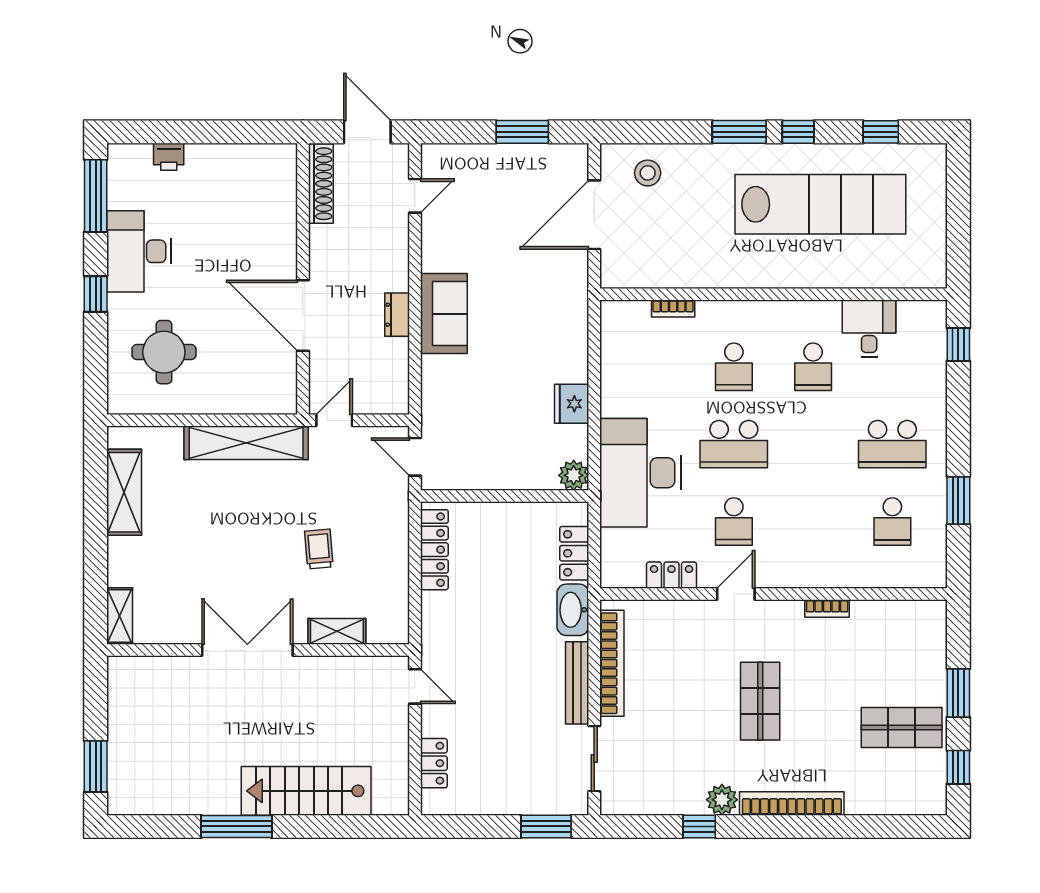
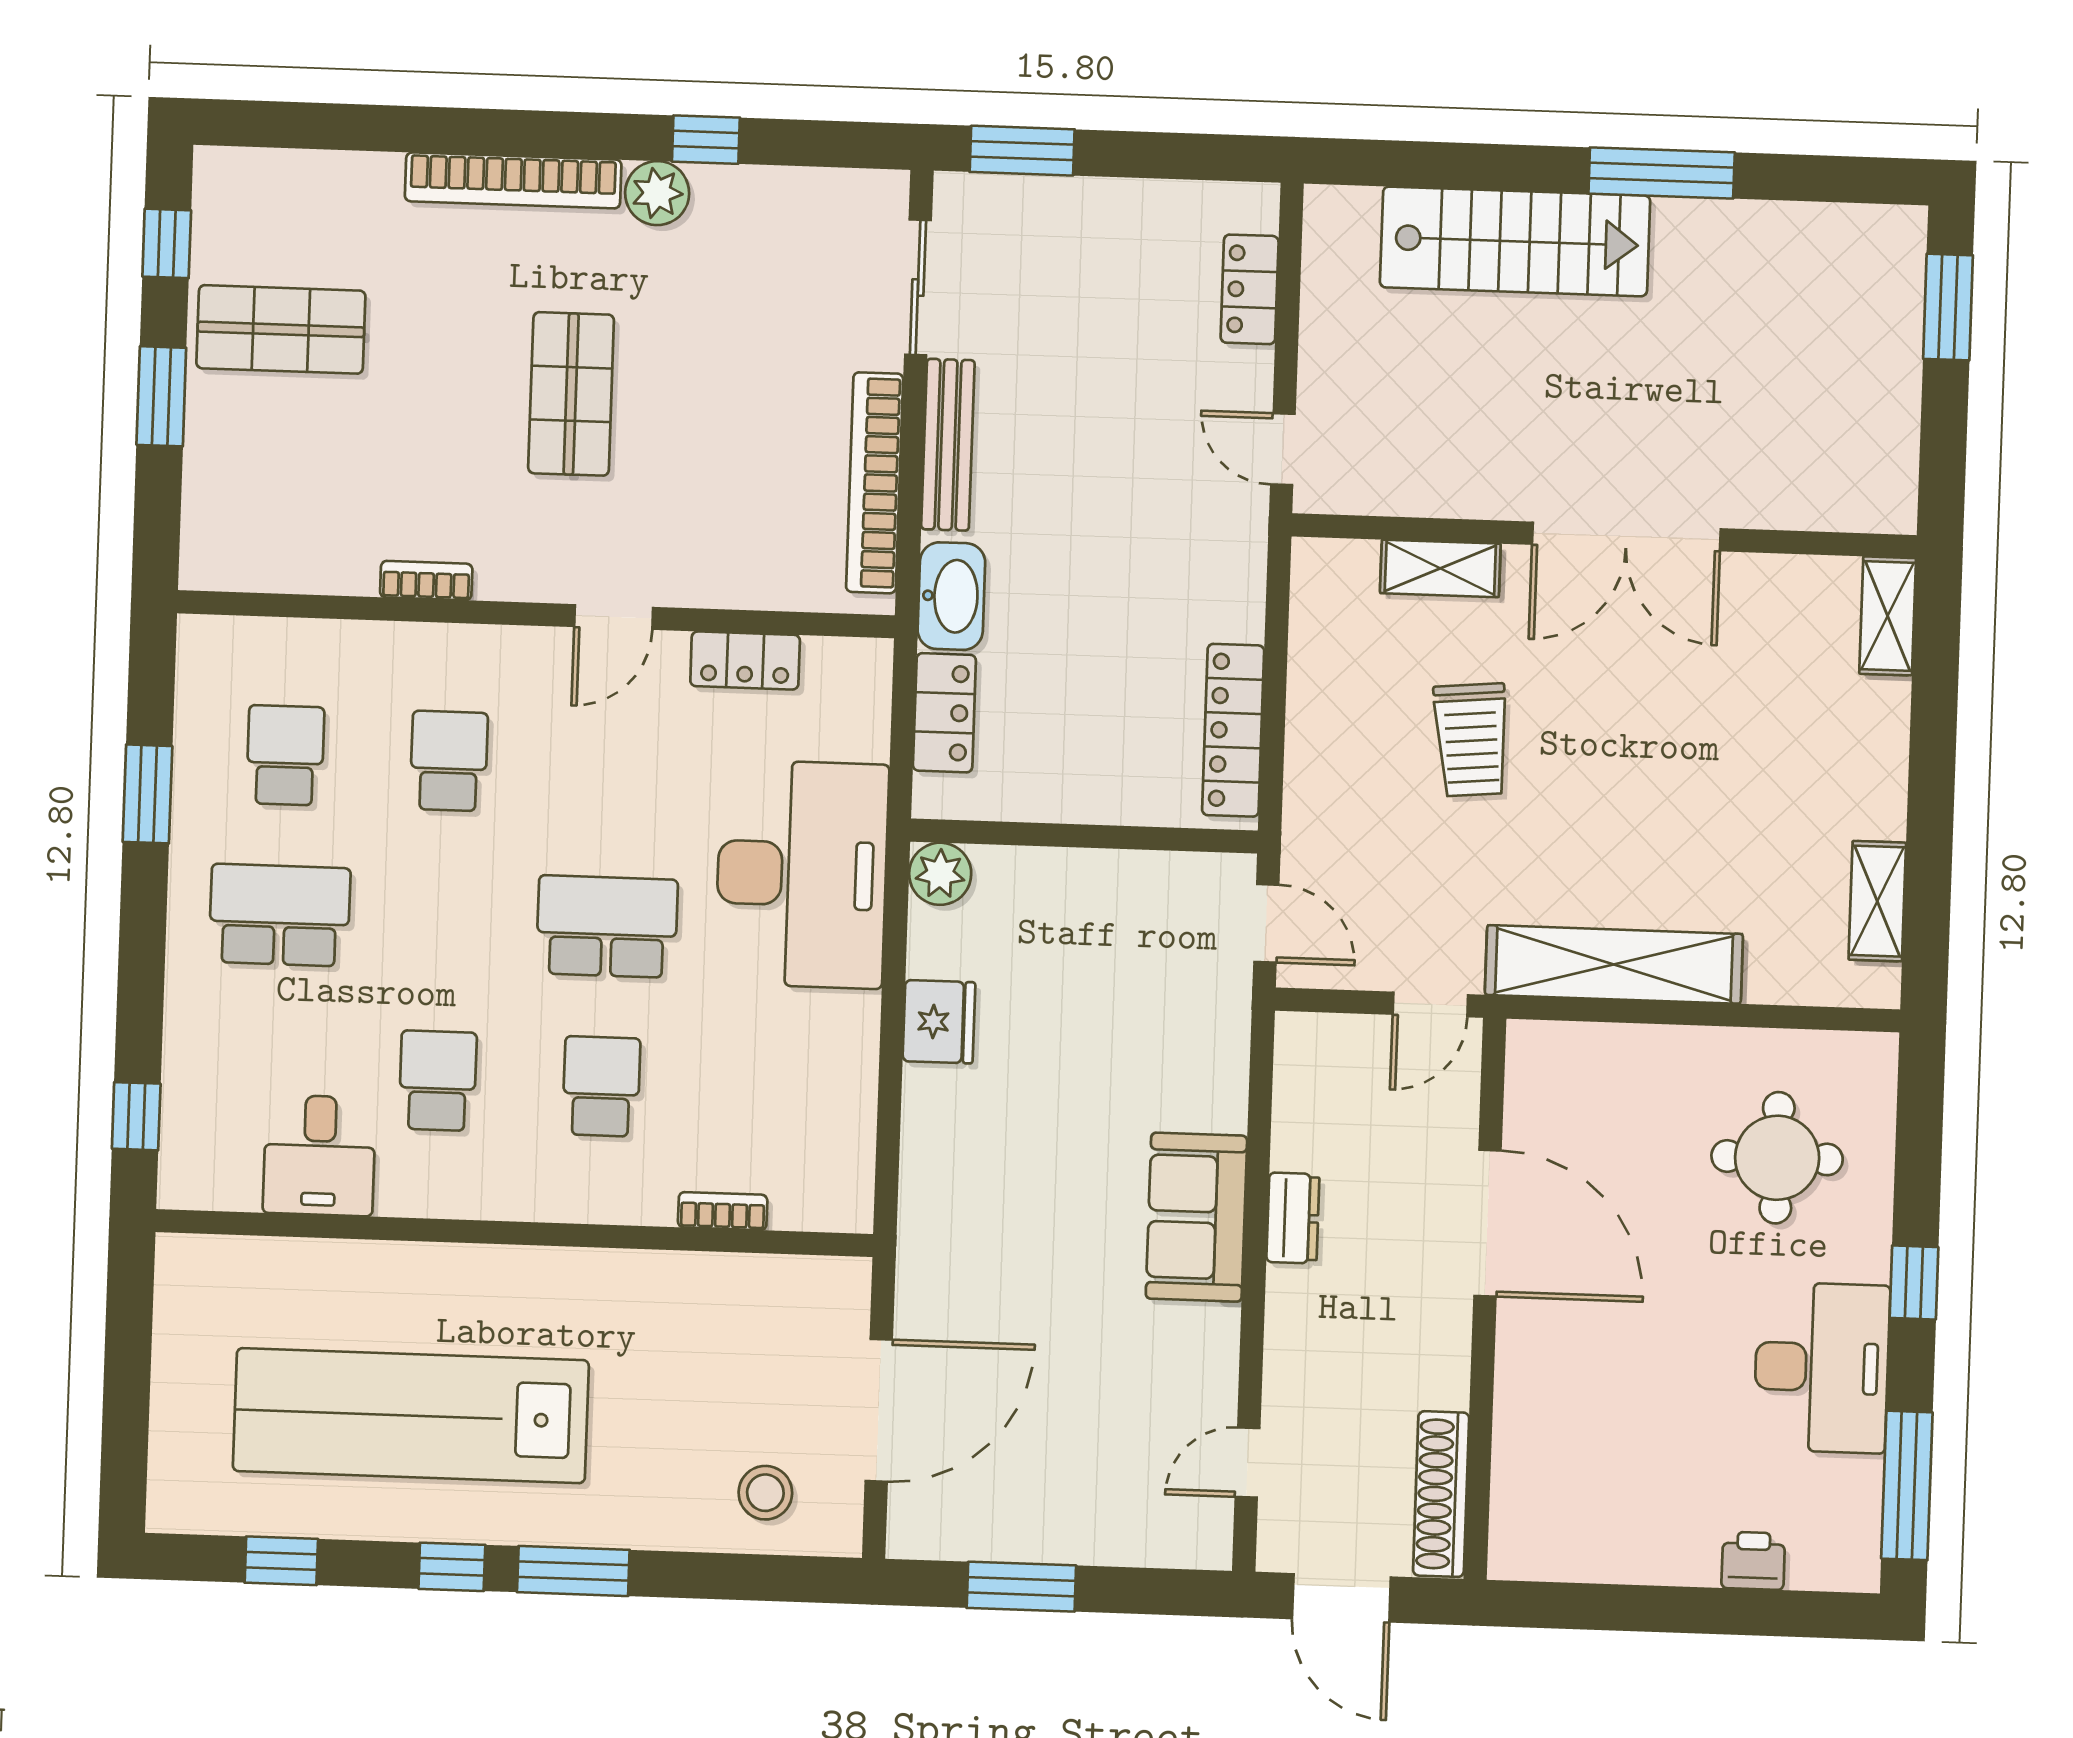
shelving: (124, 492) -> (1877, 901), width x0.67, depth x0.75
school desk: (734, 522) -> (449, 761), moved
trolley: (319, 549) -> (1471, 740), width x1.36, depth x1.39

